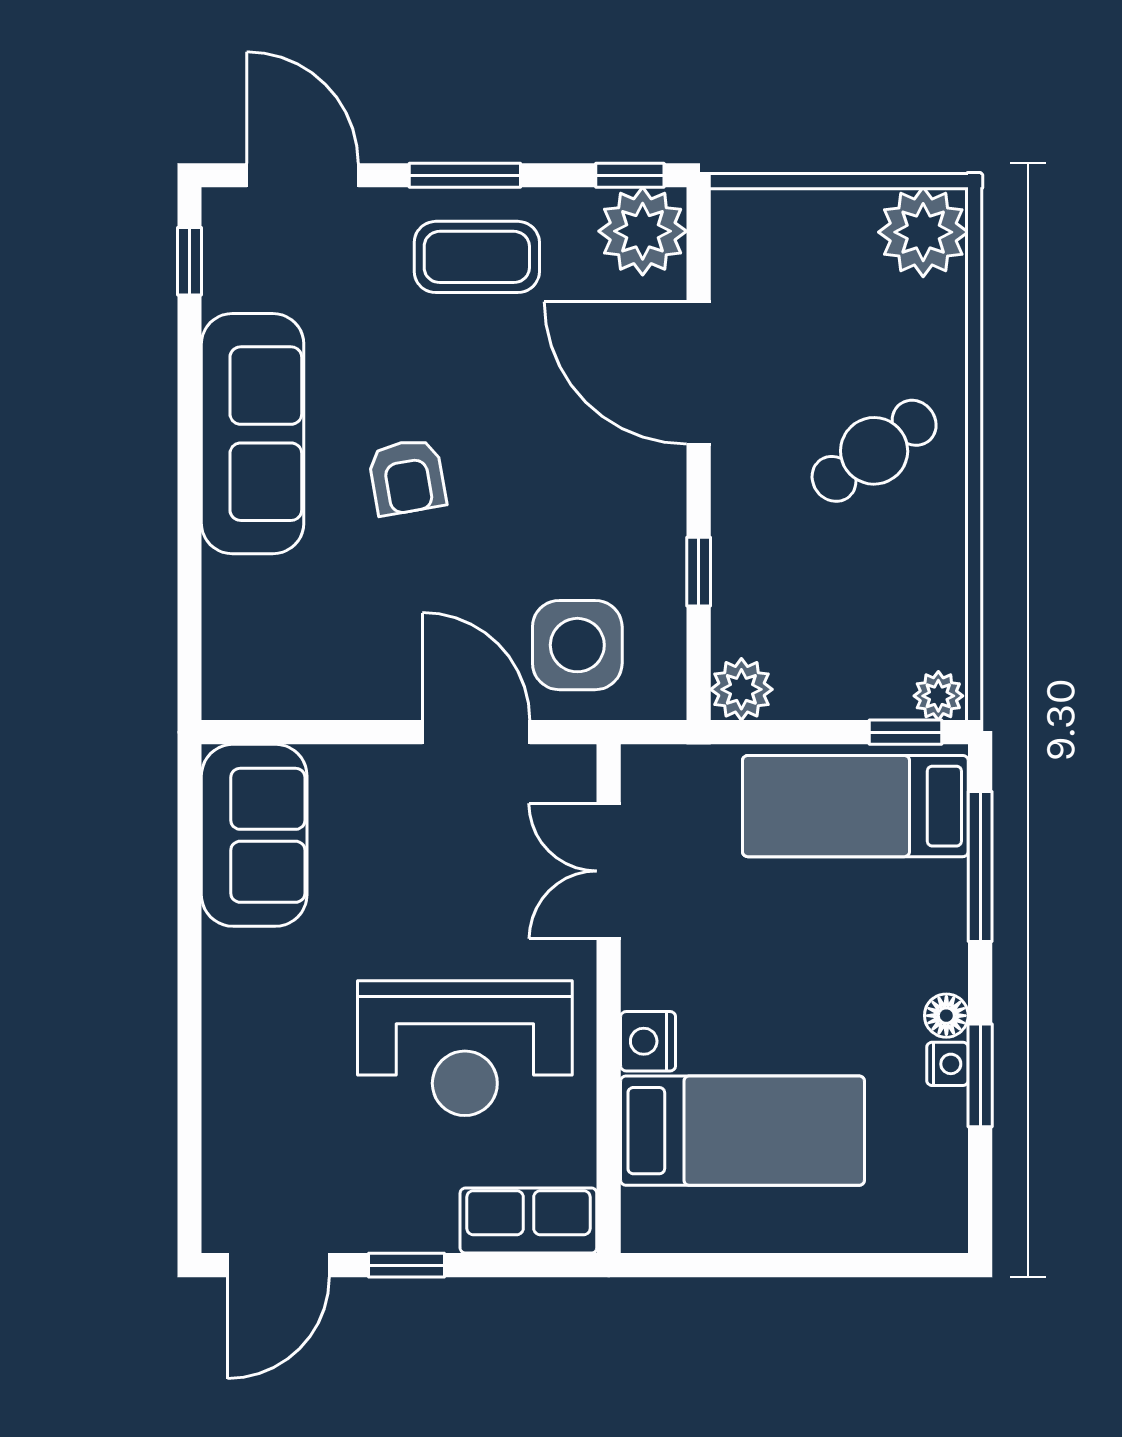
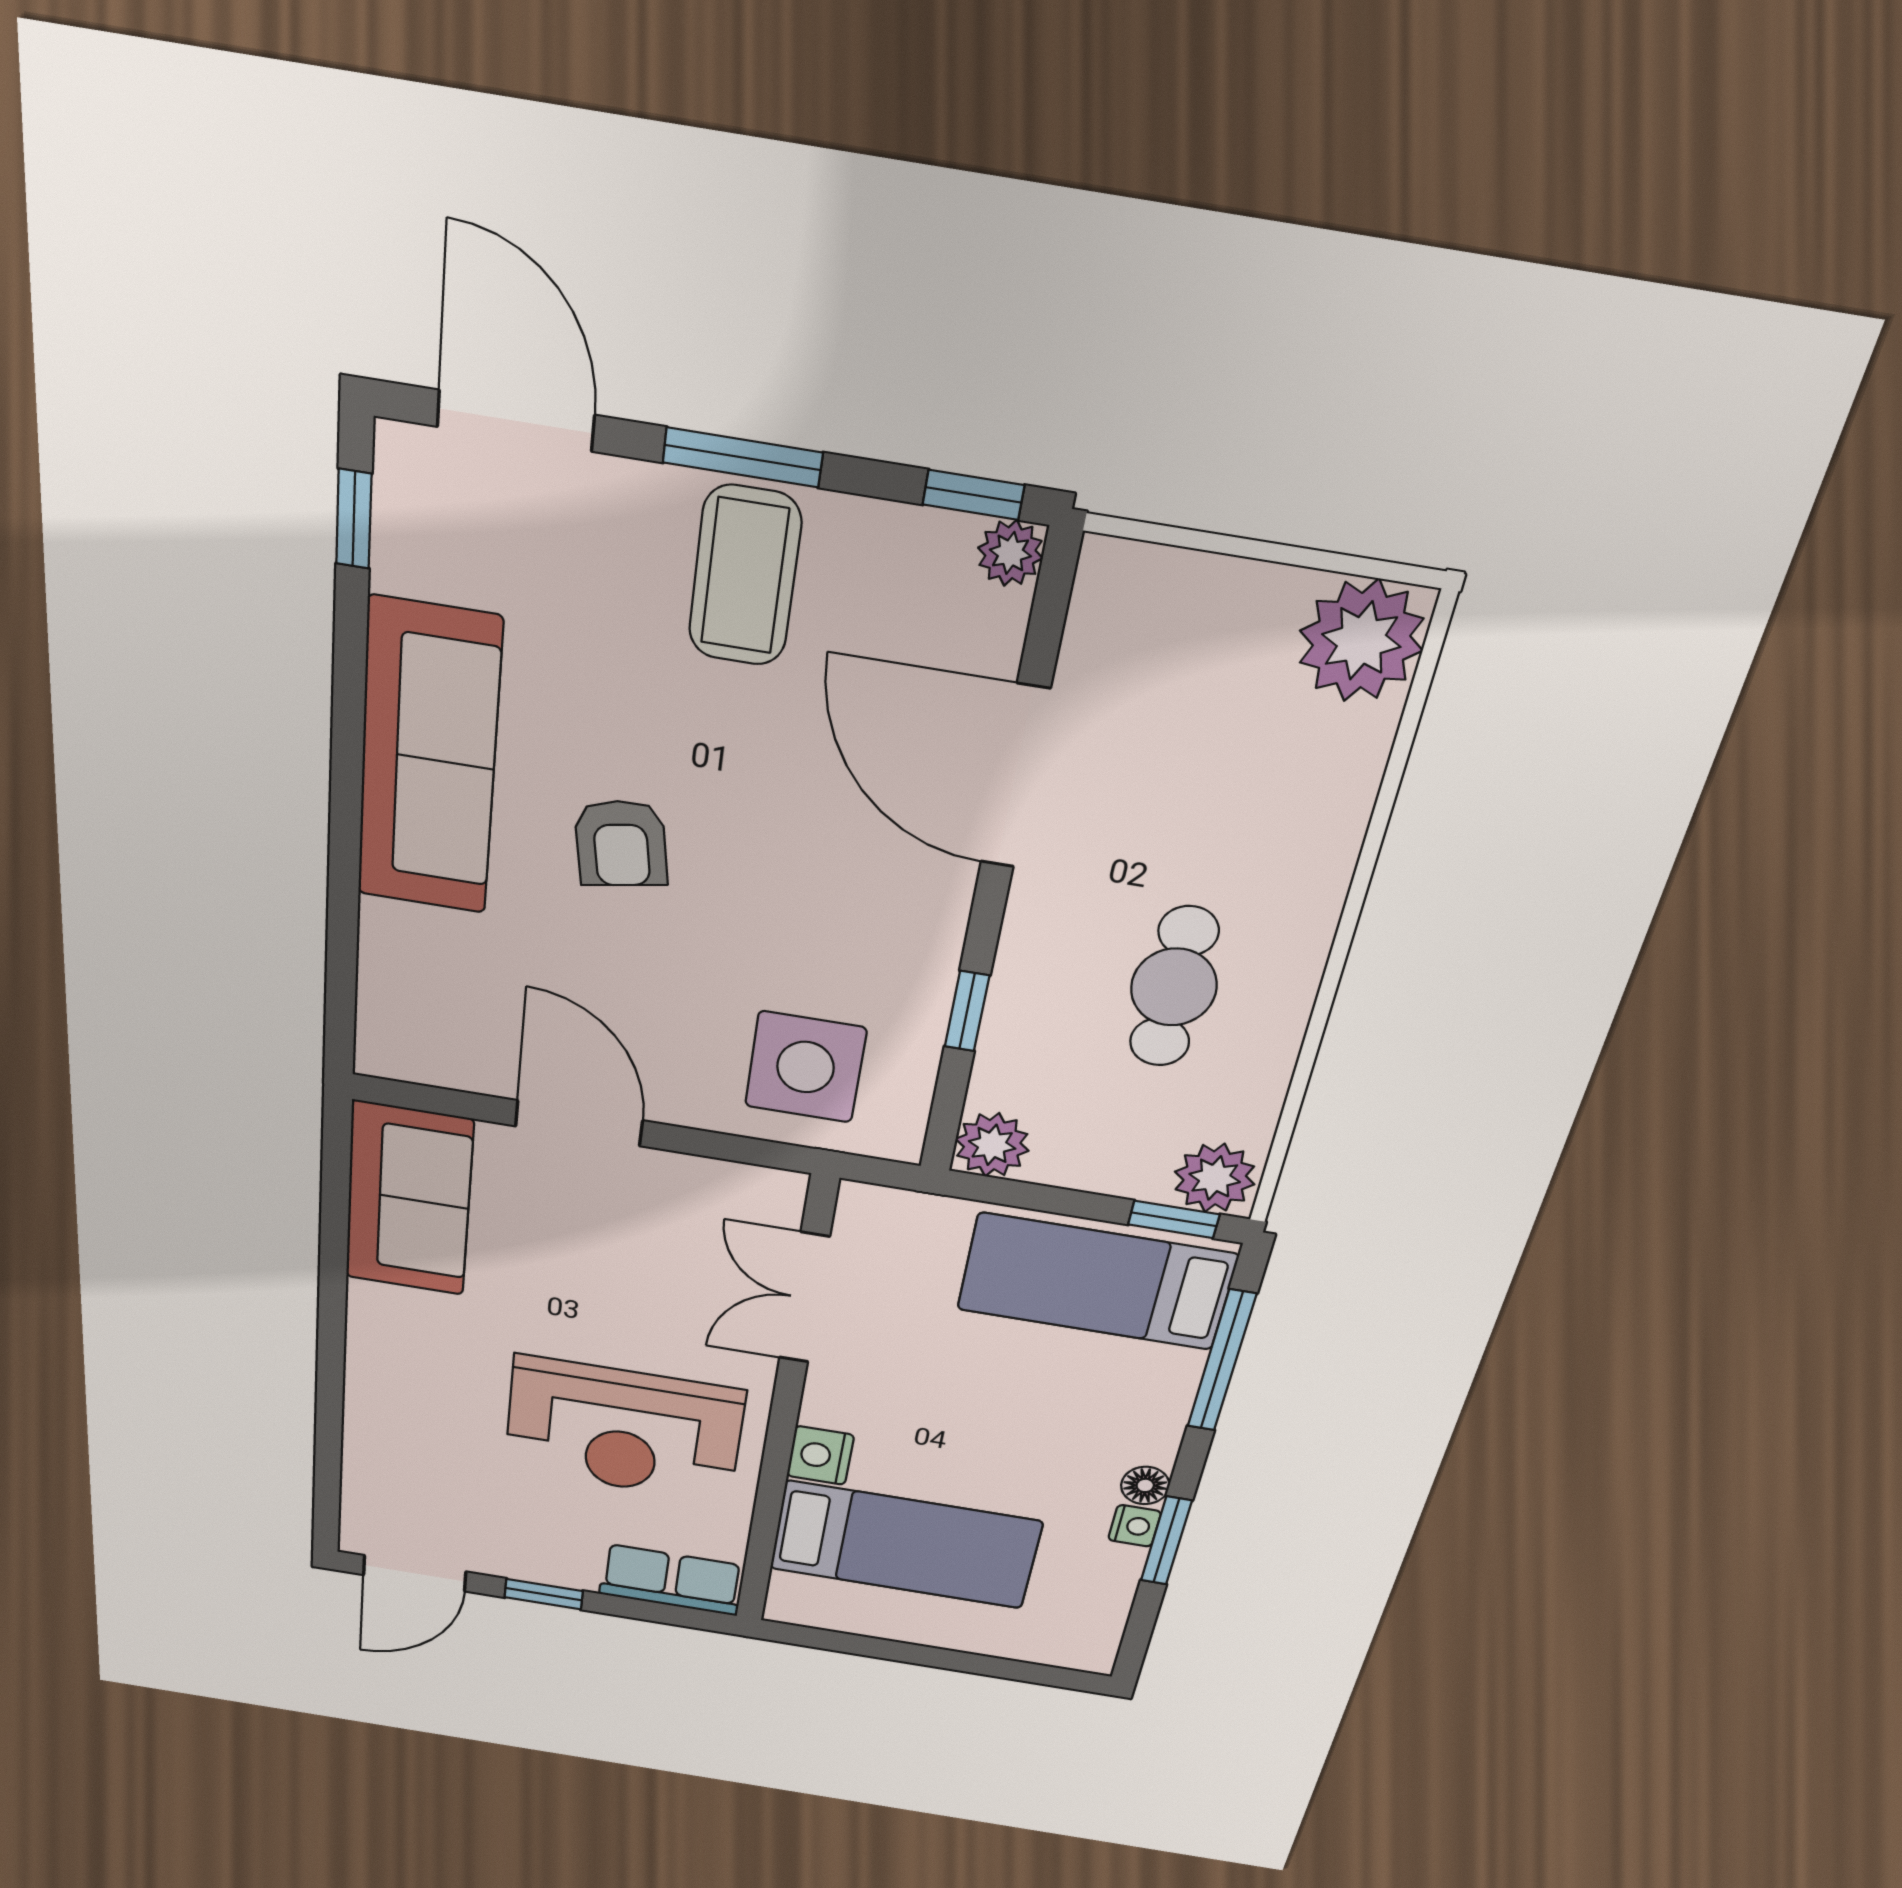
plant: (643, 231) -> (1010, 553), width x0.53, depth x0.53
coffee table: (477, 257) -> (745, 576), turned 90
cafe table: (874, 451) -> (1174, 987), moved, turned -55
plant: (938, 696) -> (1215, 1178), width x1.38, depth x1.38
door: (476, 732) -> (579, 1123), moved

